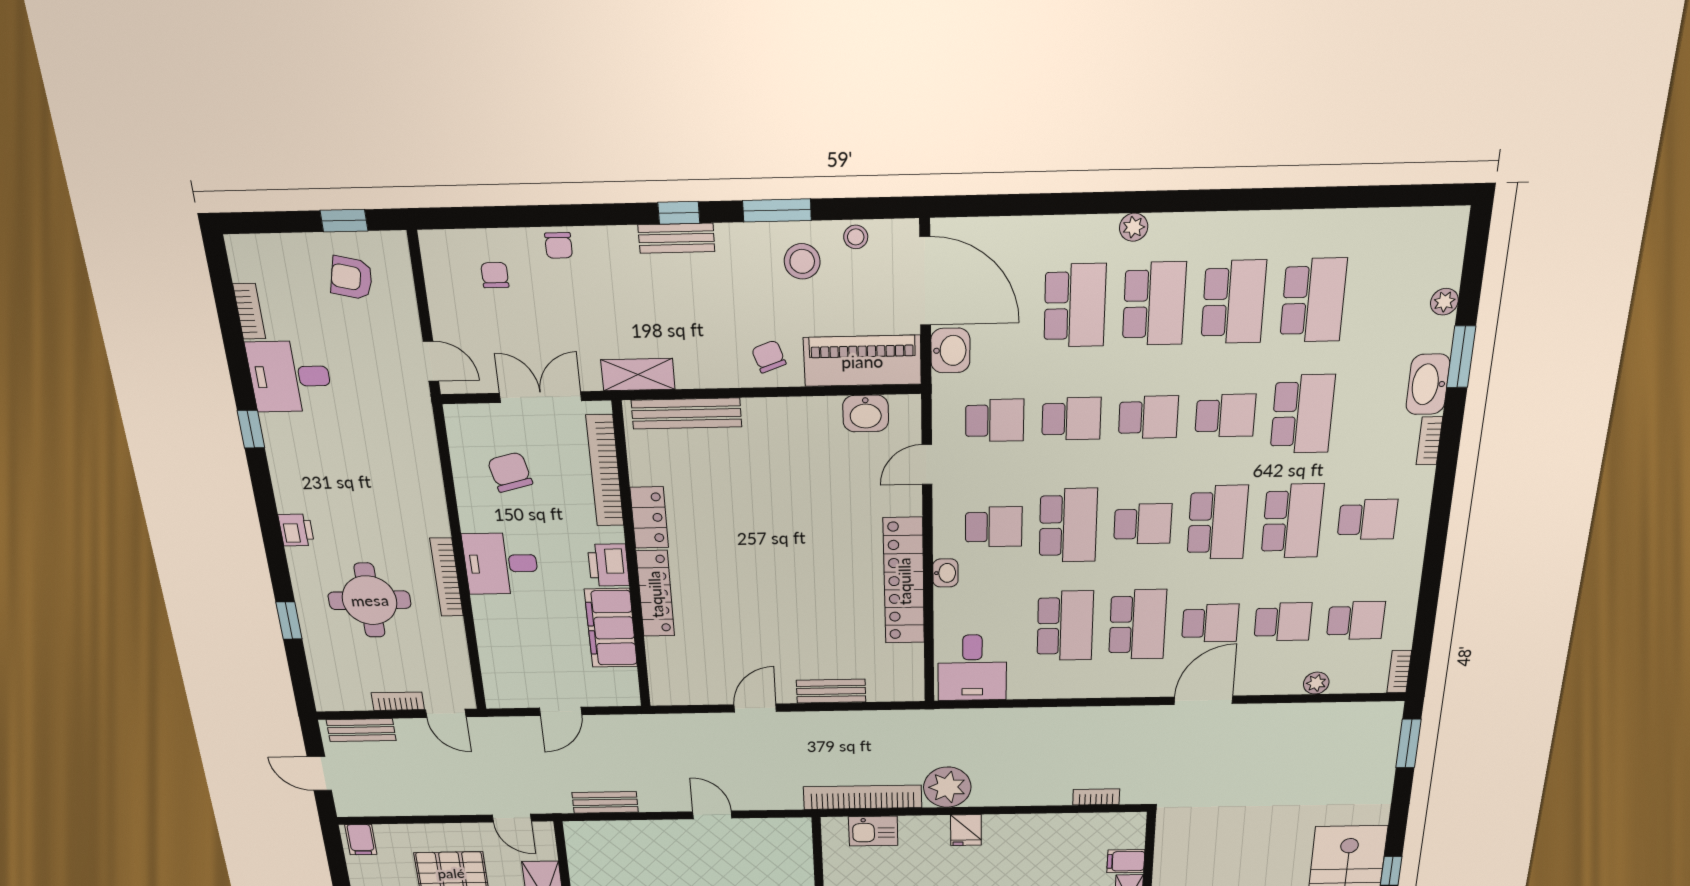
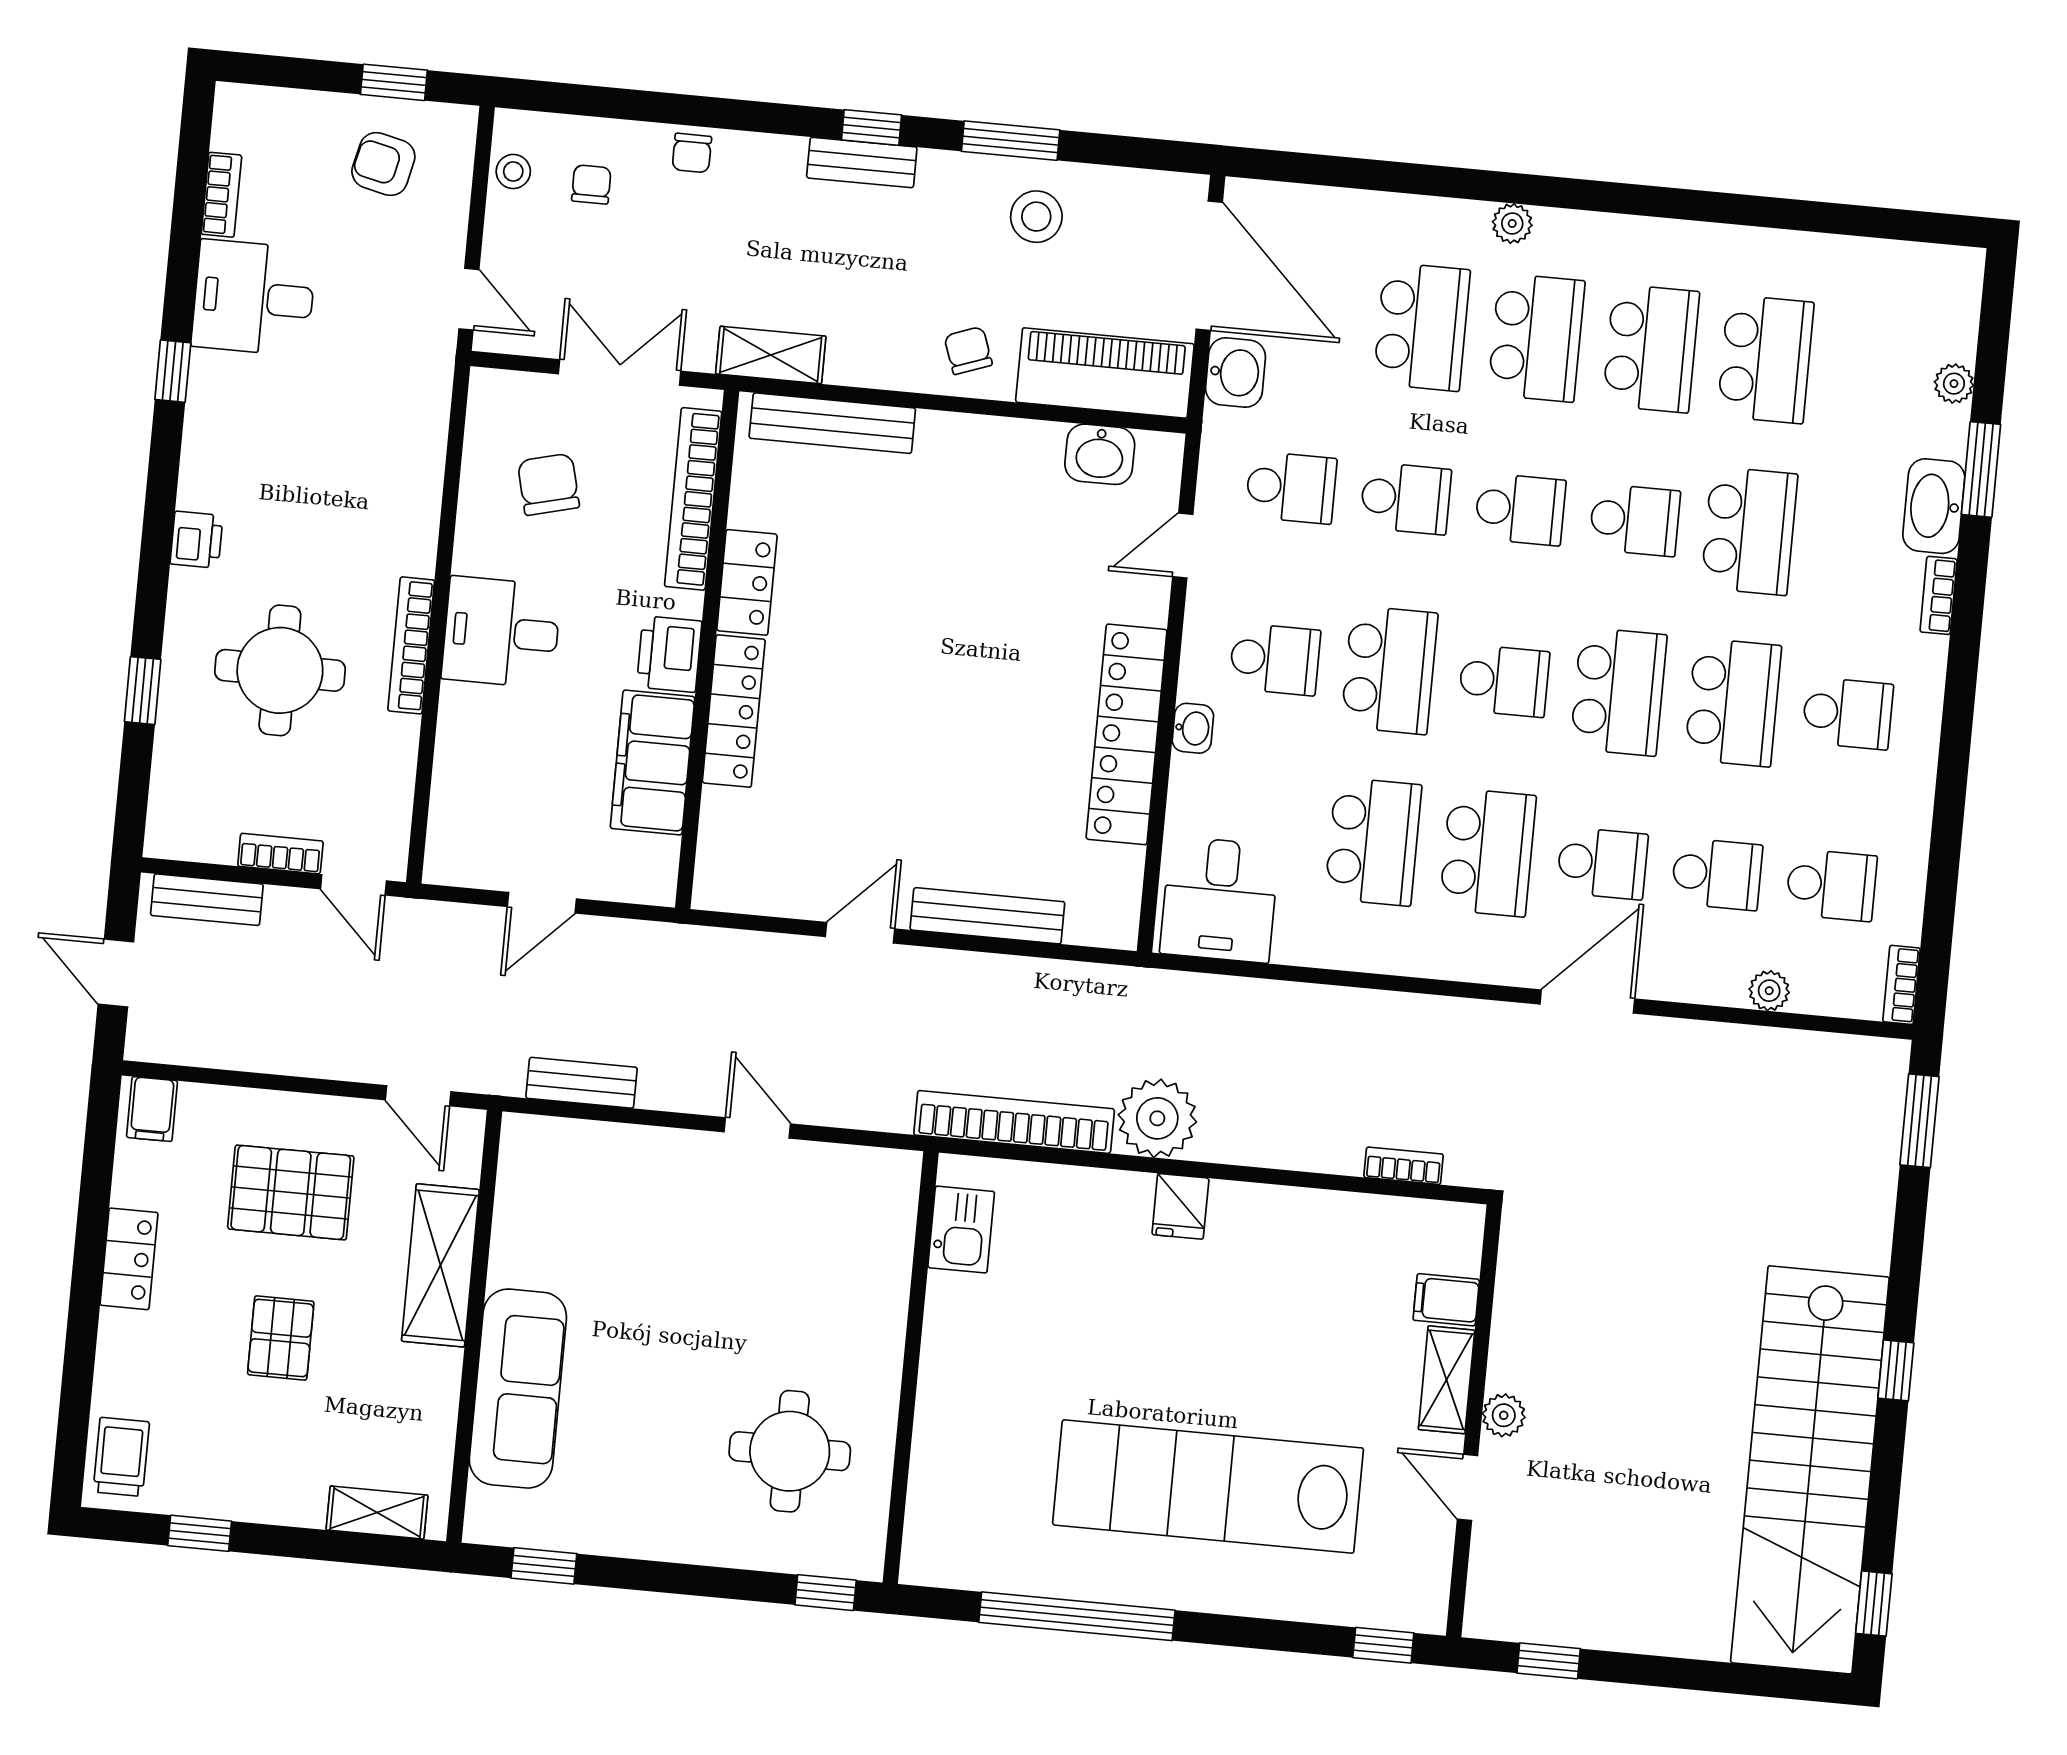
stool: (856, 237) -> (513, 171), moved
bench: (831, 691) -> (987, 916), width x1.36
kitchen sink: (873, 831) -> (961, 1230), moved, turned -90

